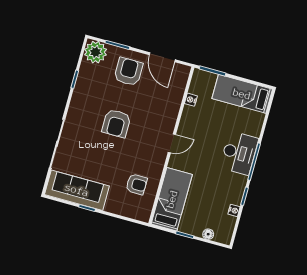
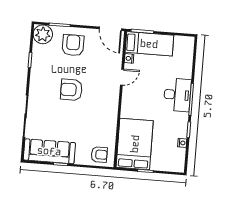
door: (162, 57) -> (110, 29), moved
bed: (242, 94) -> (149, 44), moved, turned 180
armchair: (116, 123) -> (71, 90), turned 90
door: (172, 143) -> (122, 77), moved
armchair: (136, 184) -> (99, 155), moved
bed: (172, 199) -> (135, 144), width x1.50
floor lamp: (208, 234) -> (165, 167), removed

